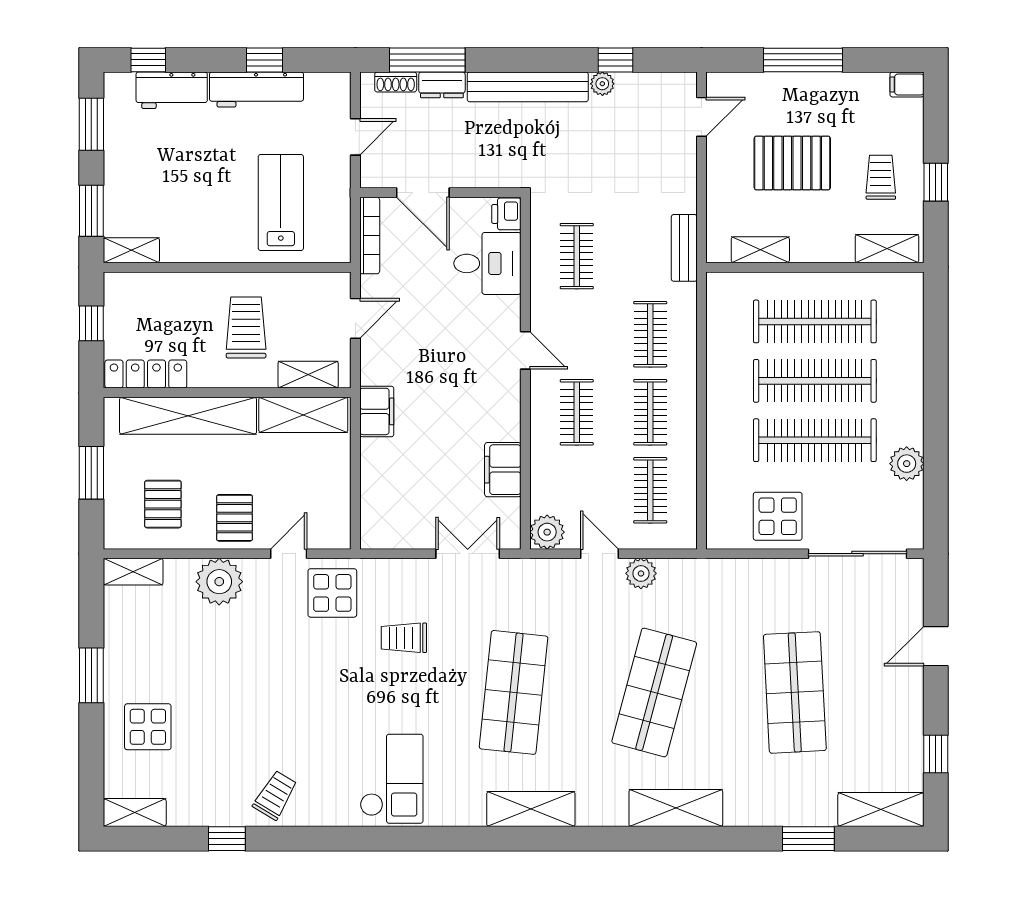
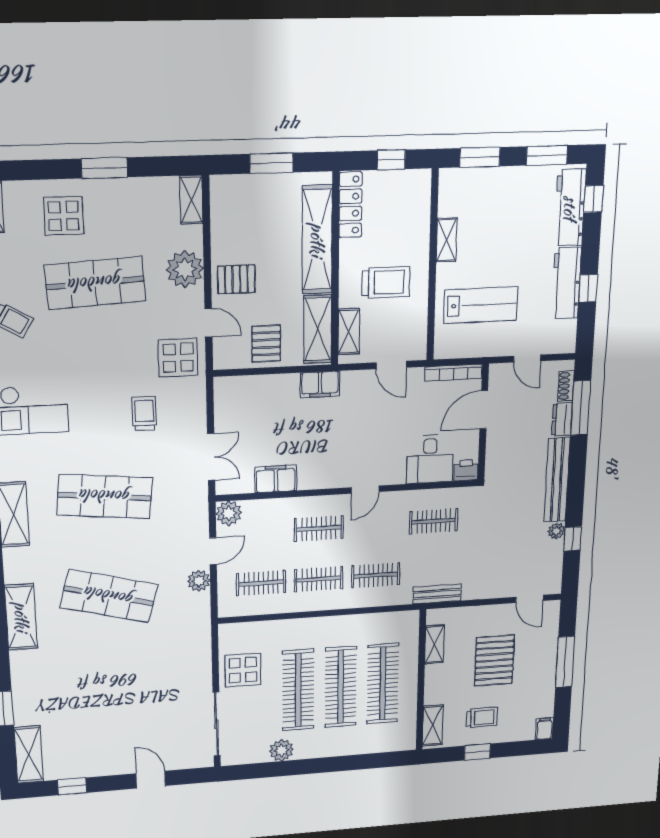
workbench: (172, 90) -> (570, 208), width x1.38
shelving: (131, 250) -> (447, 240), moved
pallet: (163, 504) -> (266, 344), moved, turned 90
shop shelf: (795, 692) -> (95, 283), moved

